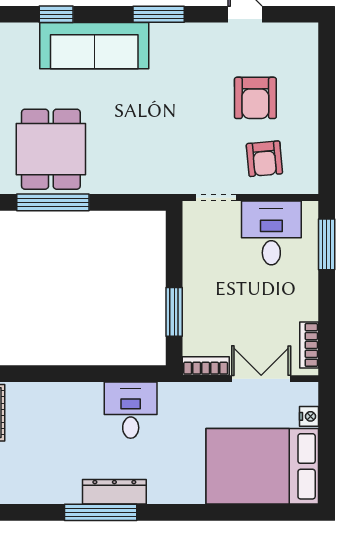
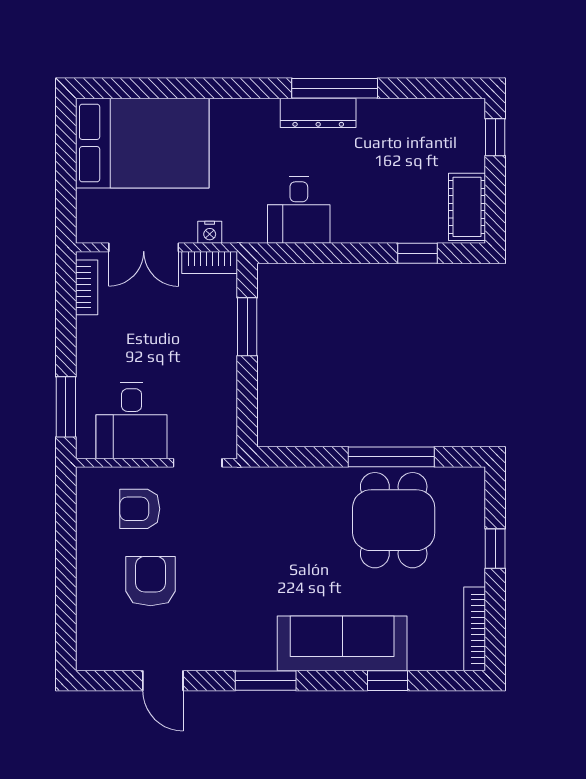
armchair: (264, 159) -> (140, 509), turned -85
window: (31, 374) -> (418, 253), added
nightstand: (309, 416) -> (210, 232), moved, turned -90

